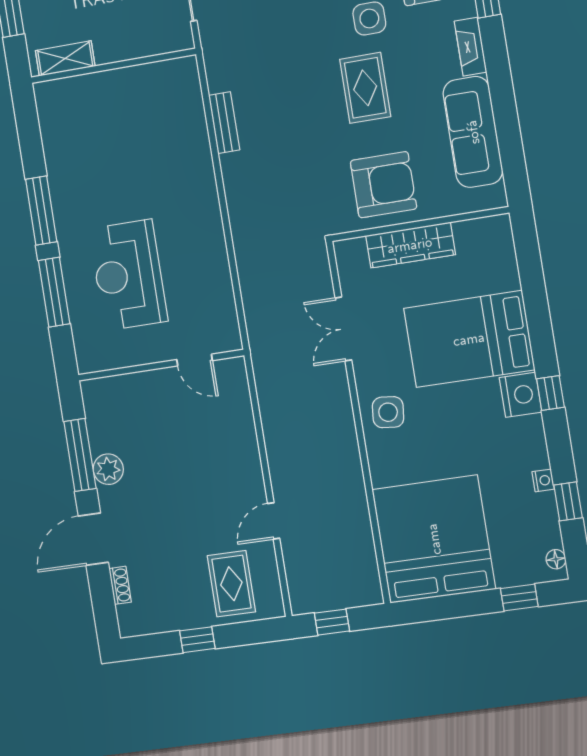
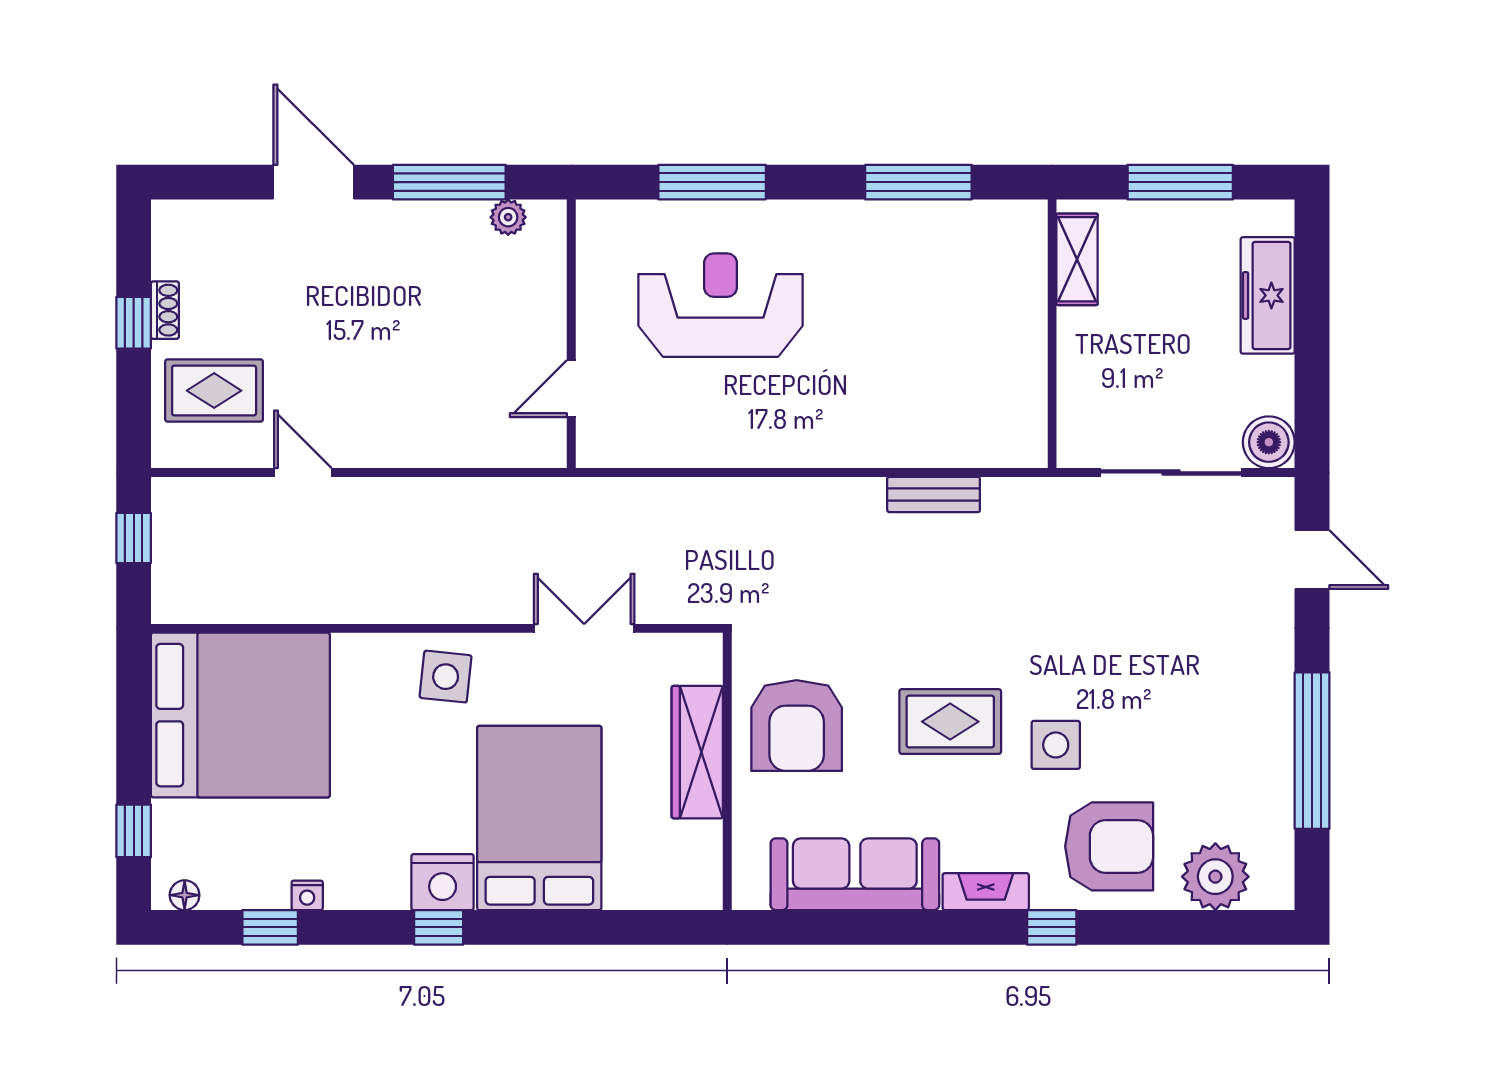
window: (41, 211) -> (918, 182), moved
plant: (108, 469) -> (508, 217), moved, width x0.73, depth x0.73
shoe rack: (120, 585) -> (165, 310), moved, turned -90

